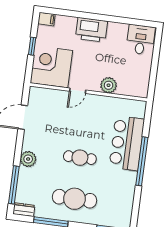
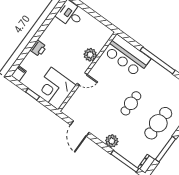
printer: (92, 30) -> (38, 48), width x0.53, depth x0.68
door: (78, 91) -> (82, 79), hinge flipped
bar counter: (127, 143) -> (127, 56), moved

